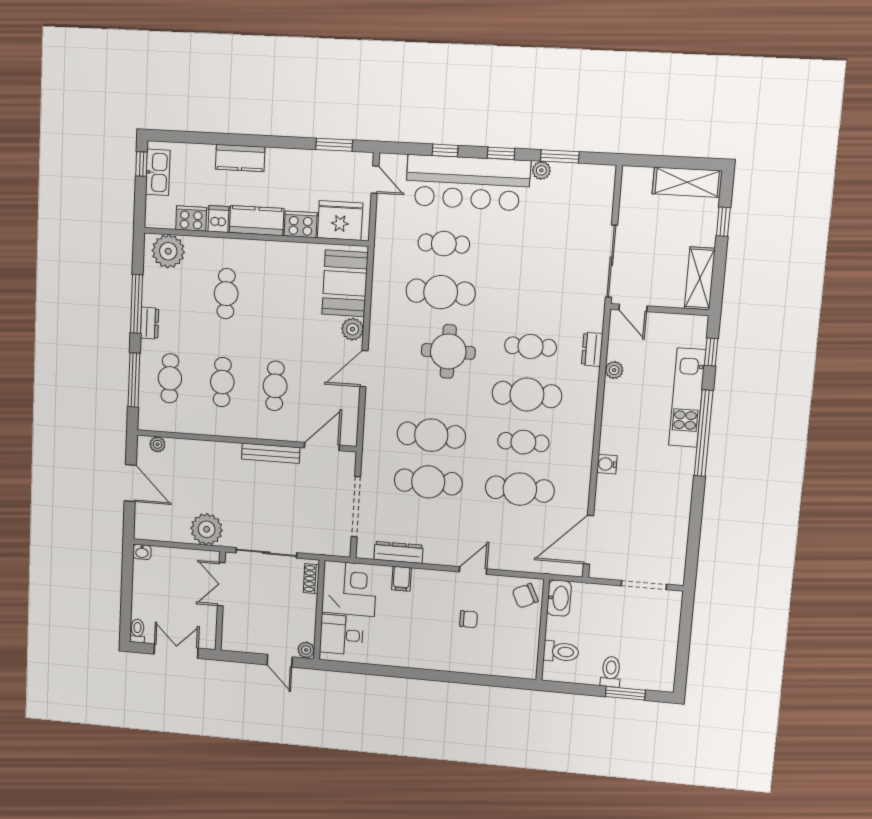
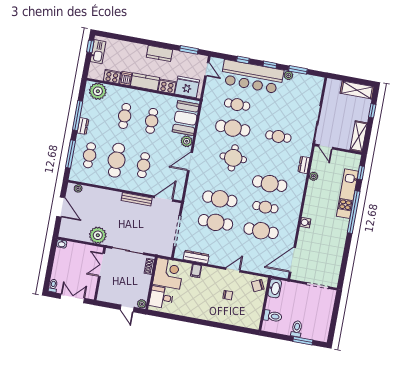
kitchen counter: (240, 158) -> (159, 53), moved
cafe table: (279, 297) -> (152, 121), added
cafe table: (530, 347) -> (278, 136), moved
cafe table: (222, 382) -> (117, 160), width x1.37, depth x1.35

